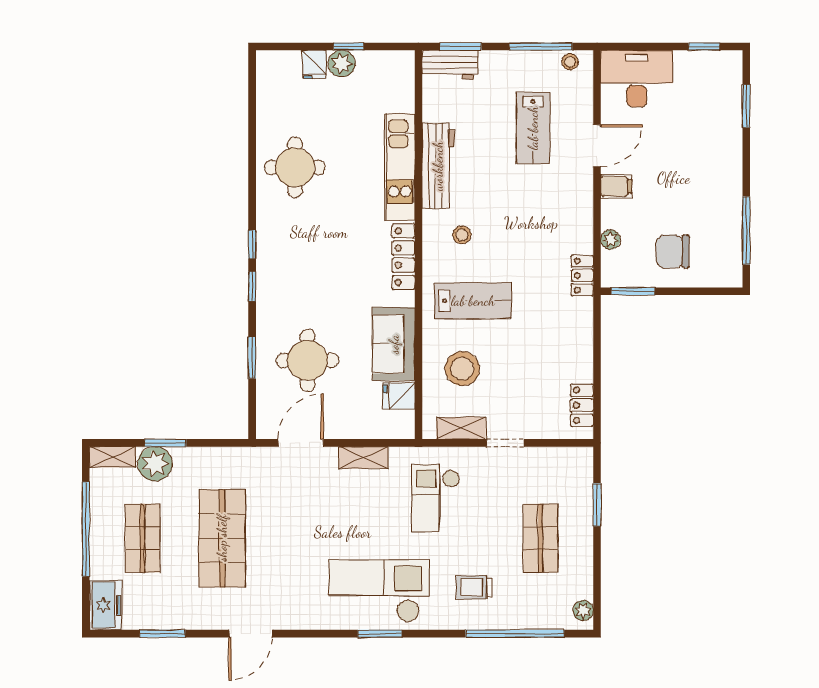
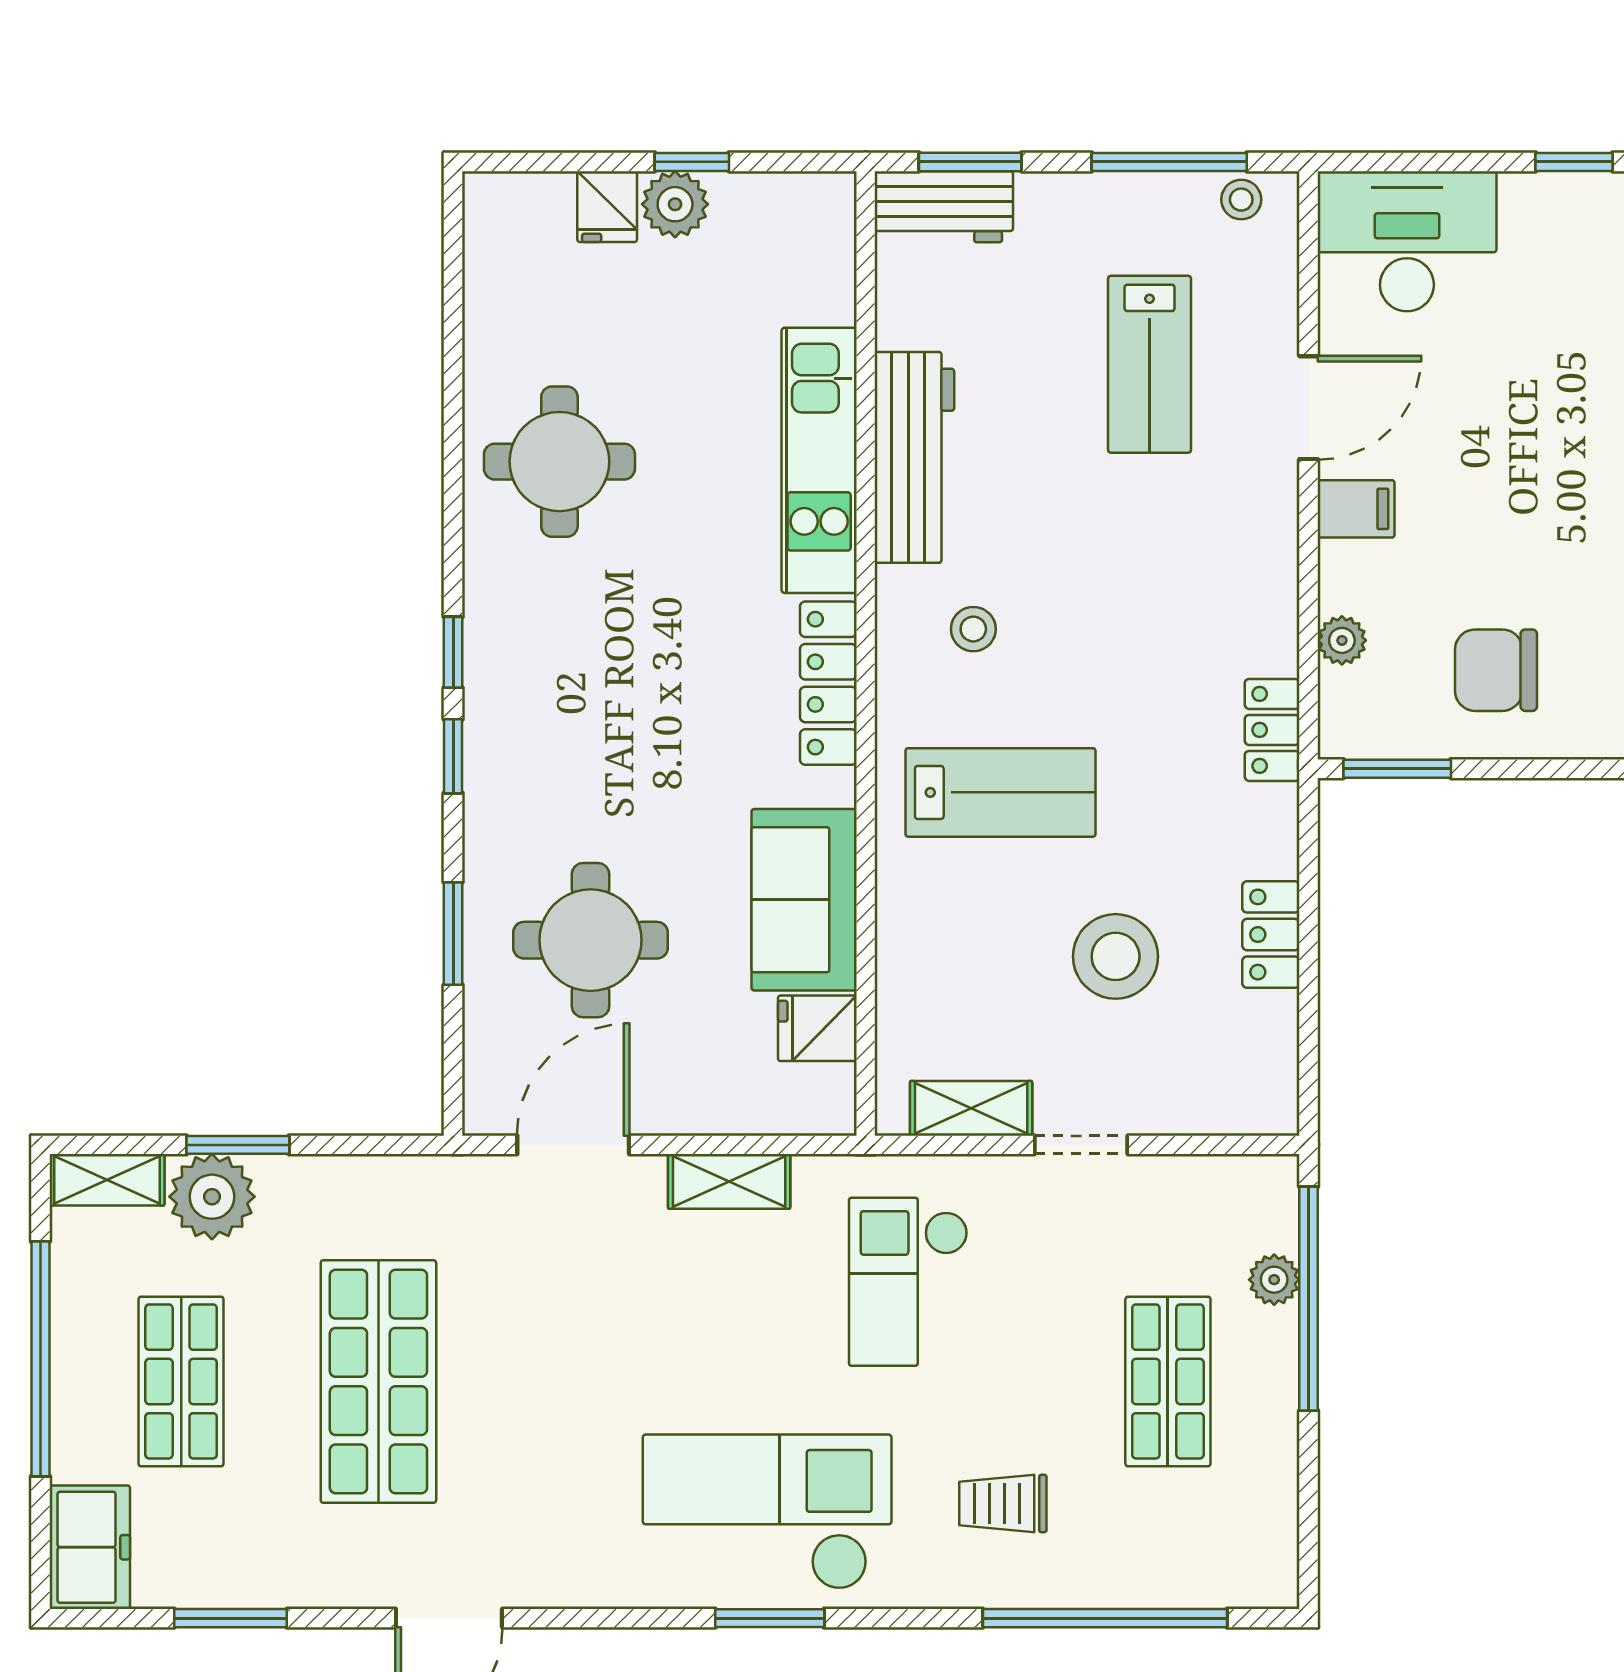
stool: (462, 369) -> (1116, 956), moved
locker: (582, 405) -> (1271, 935), moved
window: (597, 505) -> (1309, 1299), width x2.11
plant: (583, 610) -> (1274, 1280), moved

